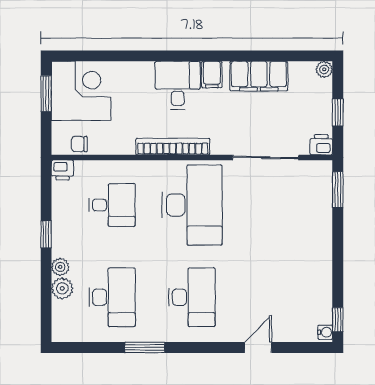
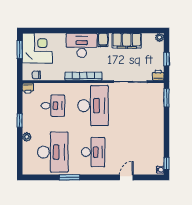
desk: (178, 85) -> (82, 45), width x1.37
plant: (62, 288) -> (28, 148), removed
desk: (112, 297) -> (53, 152), width x1.36, depth x1.30

